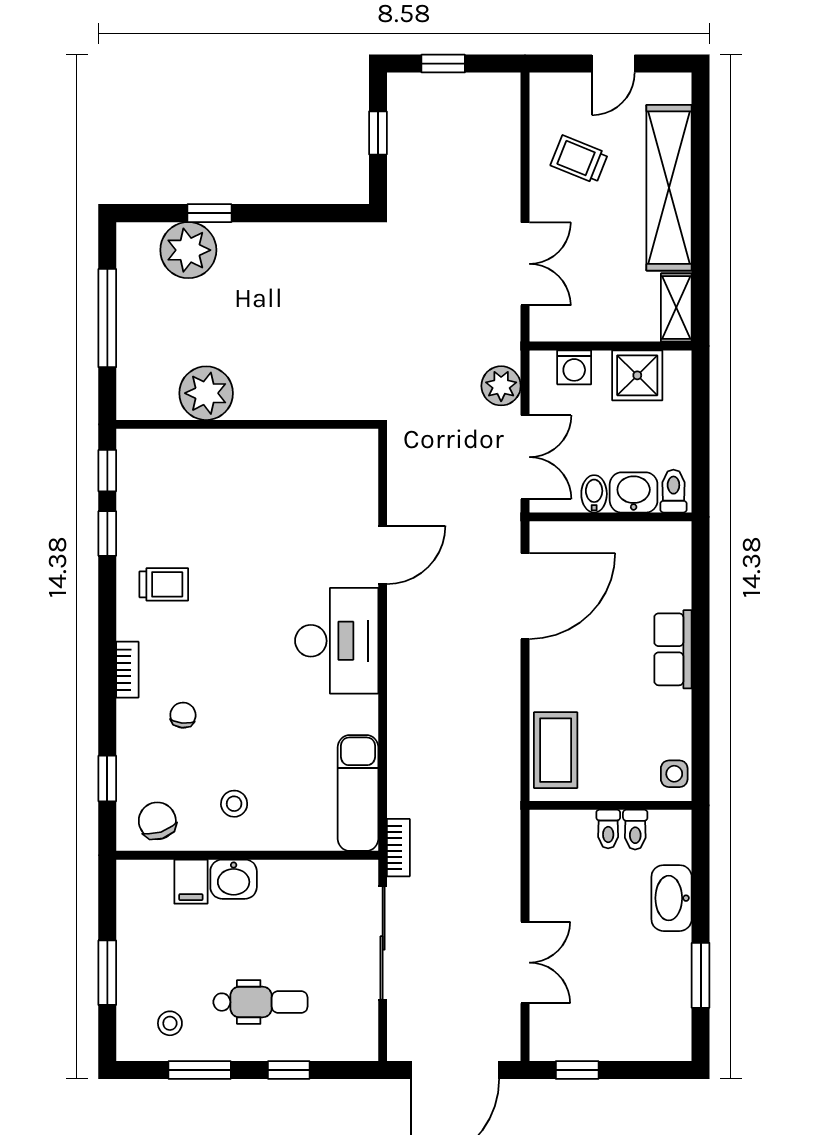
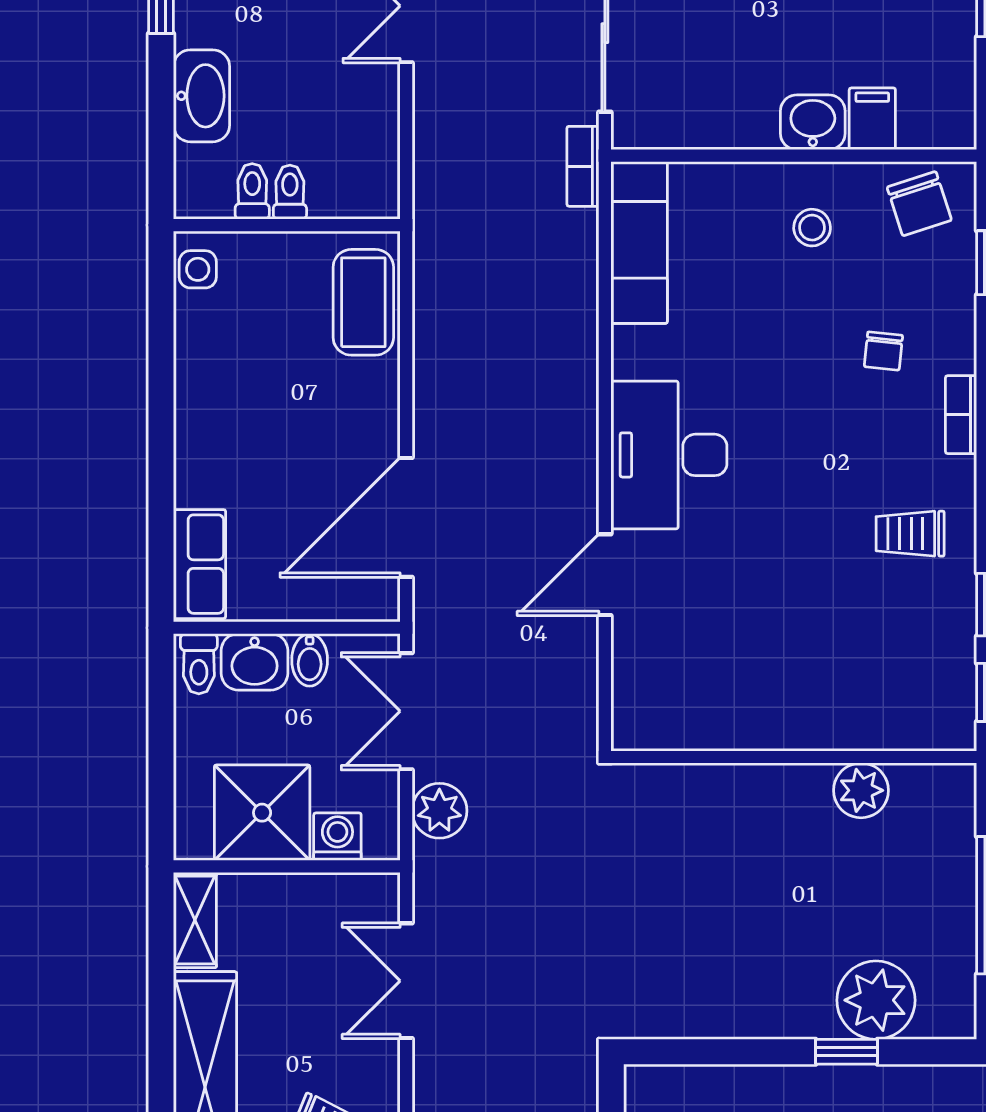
shower: (637, 375) -> (262, 813), width x1.36, depth x1.36
plant: (206, 393) -> (861, 790), width x0.73, depth x0.73
row of seats: (673, 649) -> (200, 564), moved

